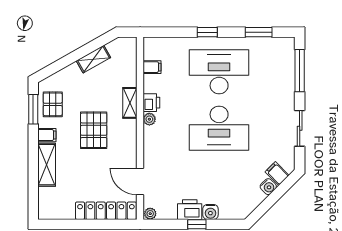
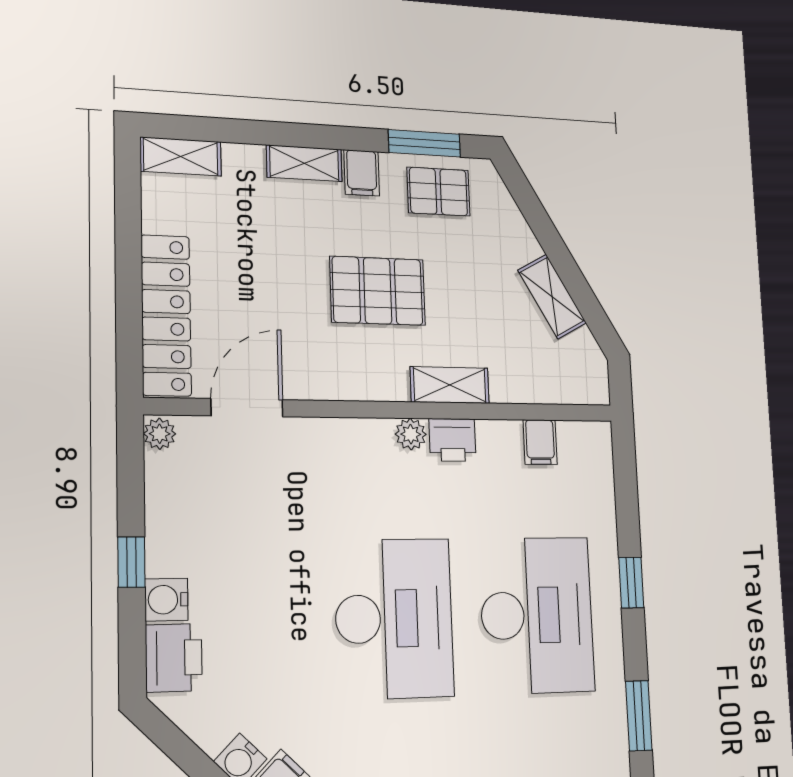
desk: (219, 128) -> (394, 618), turned 180
shelving: (47, 165) -> (304, 163), width x0.67, depth x0.75
shelving: (45, 205) -> (181, 156), added
printer: (190, 210) -> (174, 658), moved

